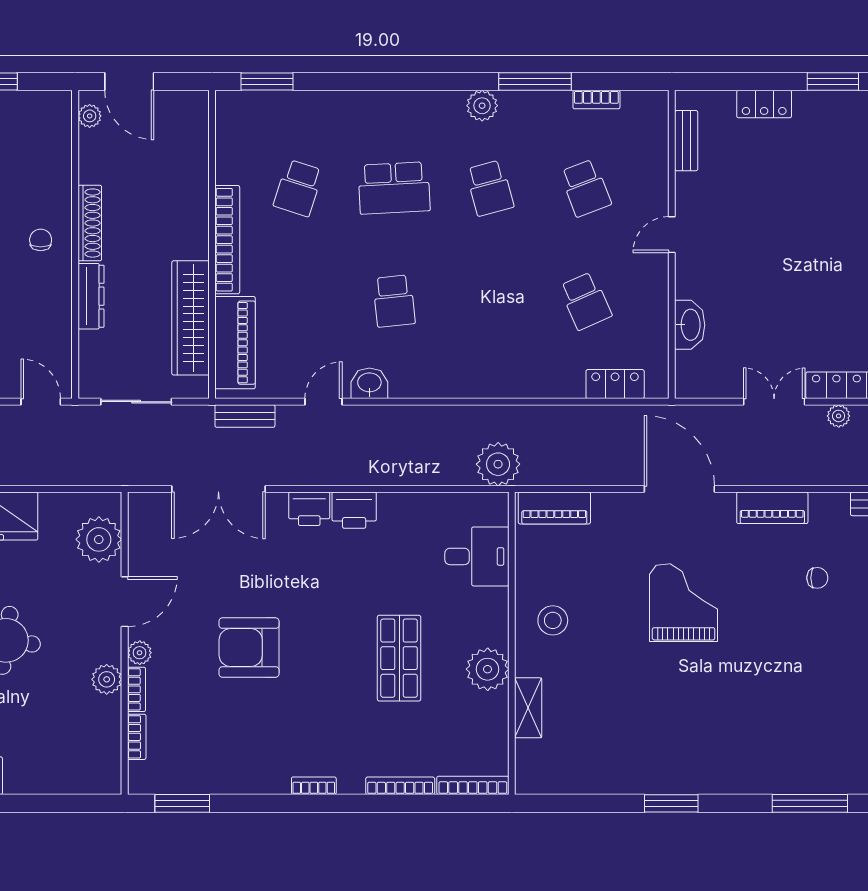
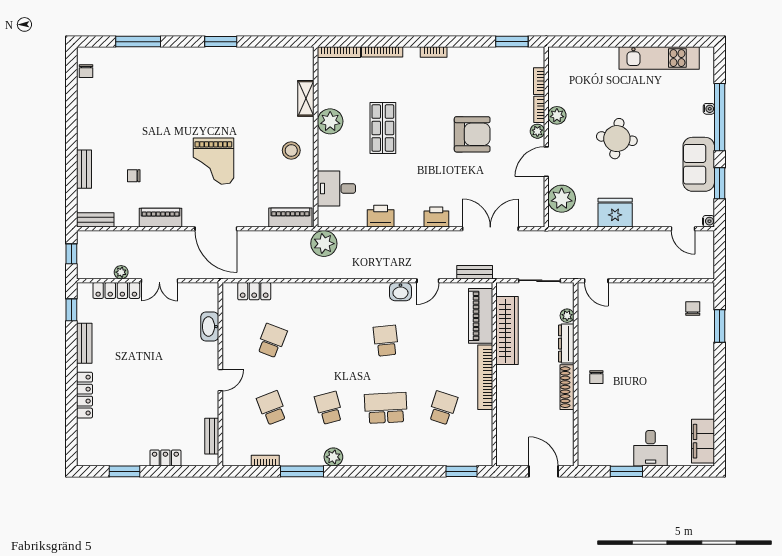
plant: (90, 116) -> (567, 316), moved
school desk: (585, 301) -> (272, 341), turned 45
printer: (354, 510) -> (381, 216), moved

